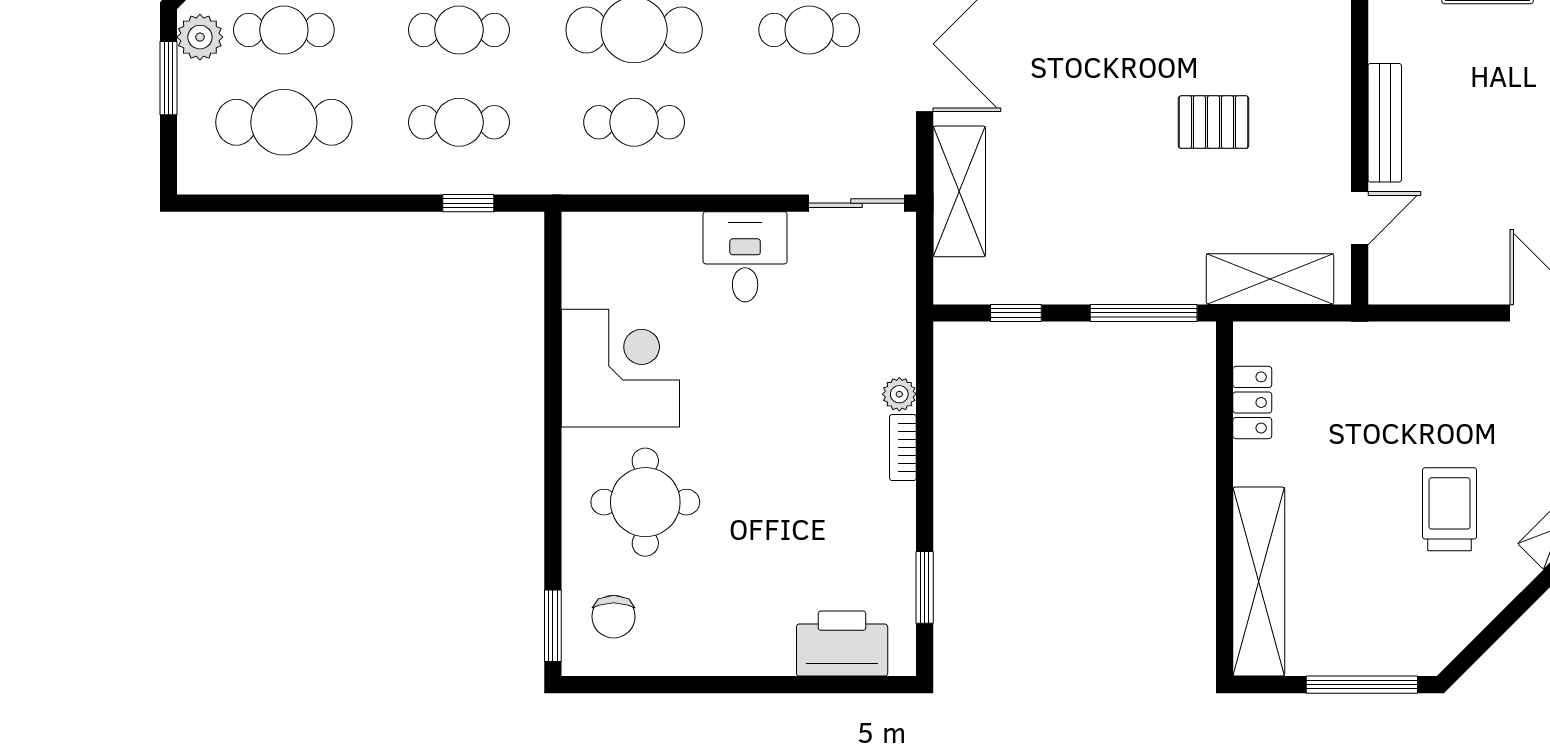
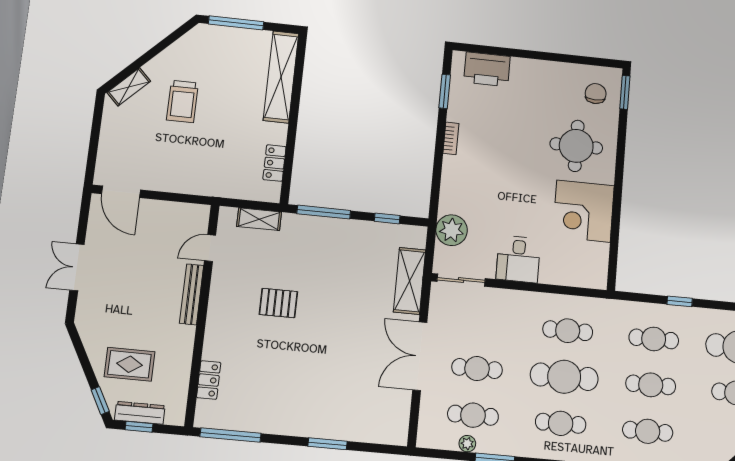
window: (468, 203) -> (680, 301), moved
shelving: (1270, 279) -> (259, 219), width x0.67, depth x0.75
plant: (899, 394) -> (452, 230), moved, width x1.87, depth x1.87
bookcase: (903, 448) -> (451, 138), moved

